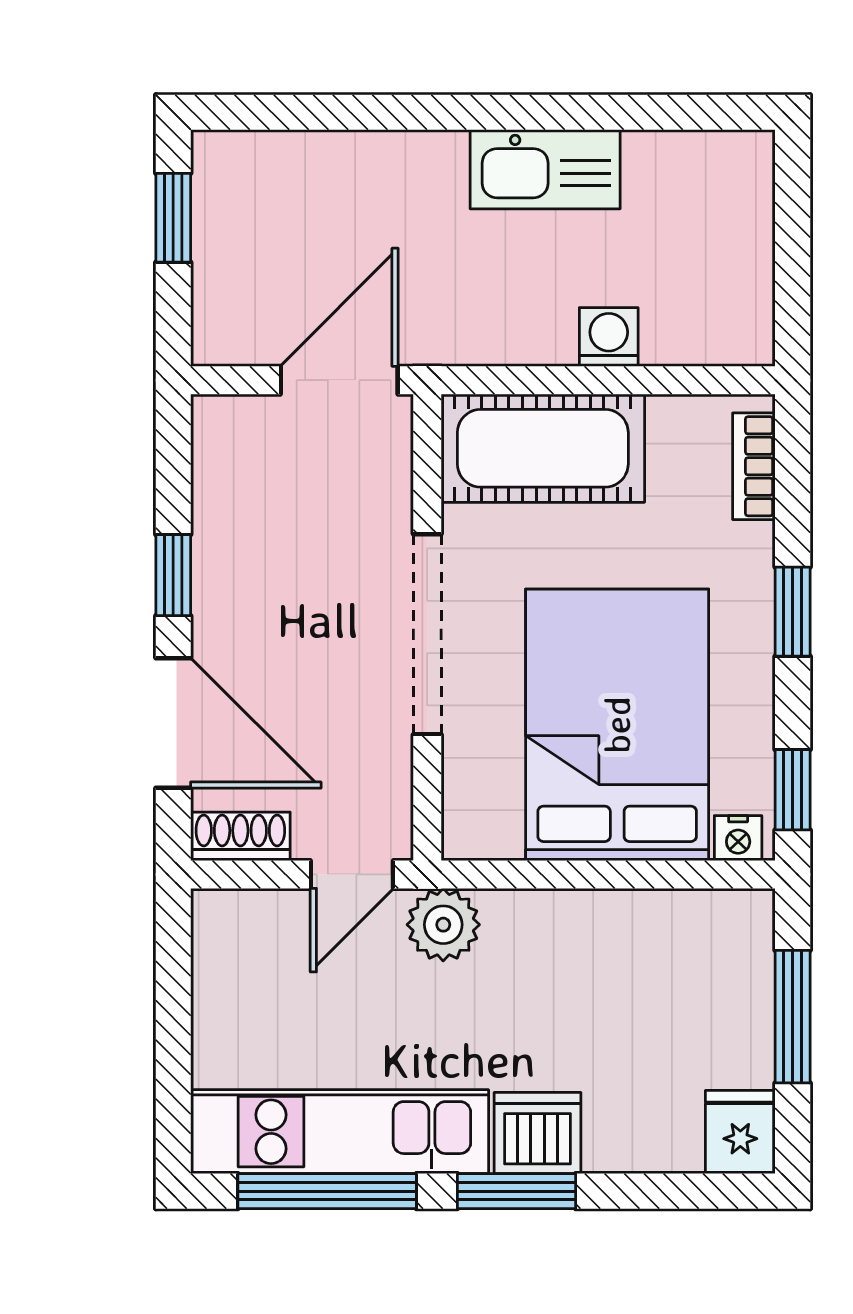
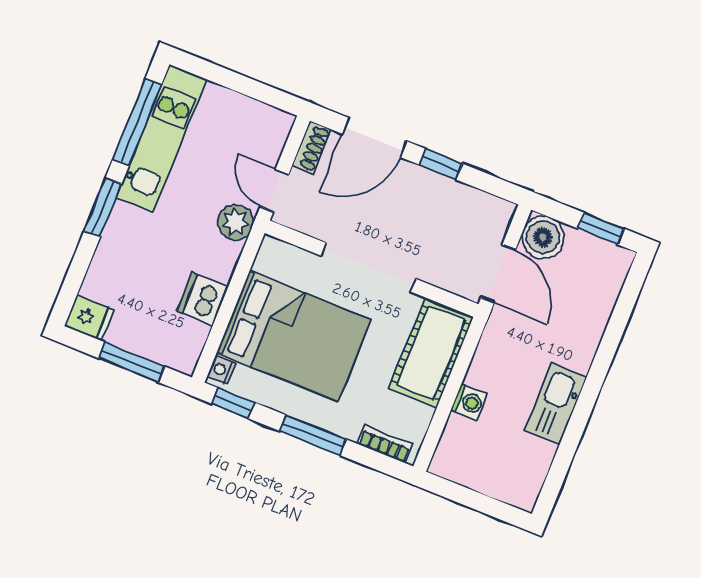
boiler: (234, 322) -> (543, 237), added
window: (793, 612) -> (313, 435), width x1.50
dishwasher: (538, 1133) -> (202, 299), moved, turned 180

